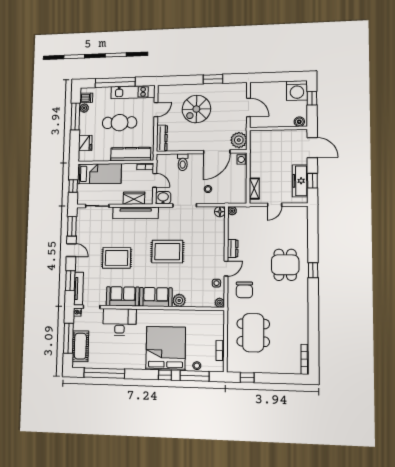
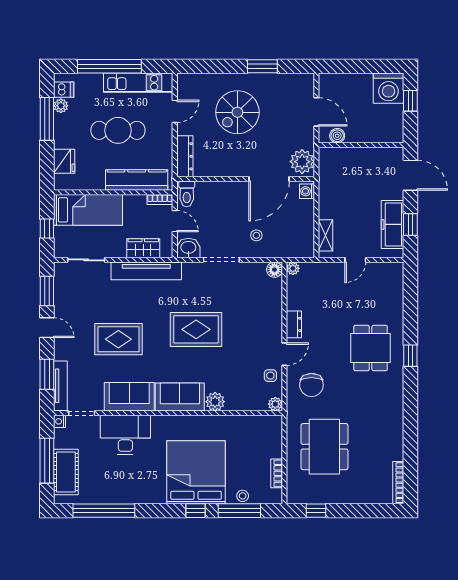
boiler: (299, 122) -> (337, 136), moved
toilet: (183, 162) -> (187, 194), moved

